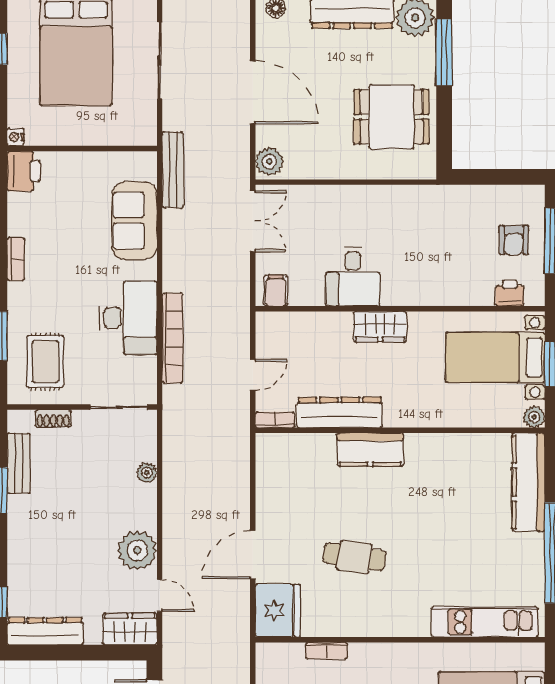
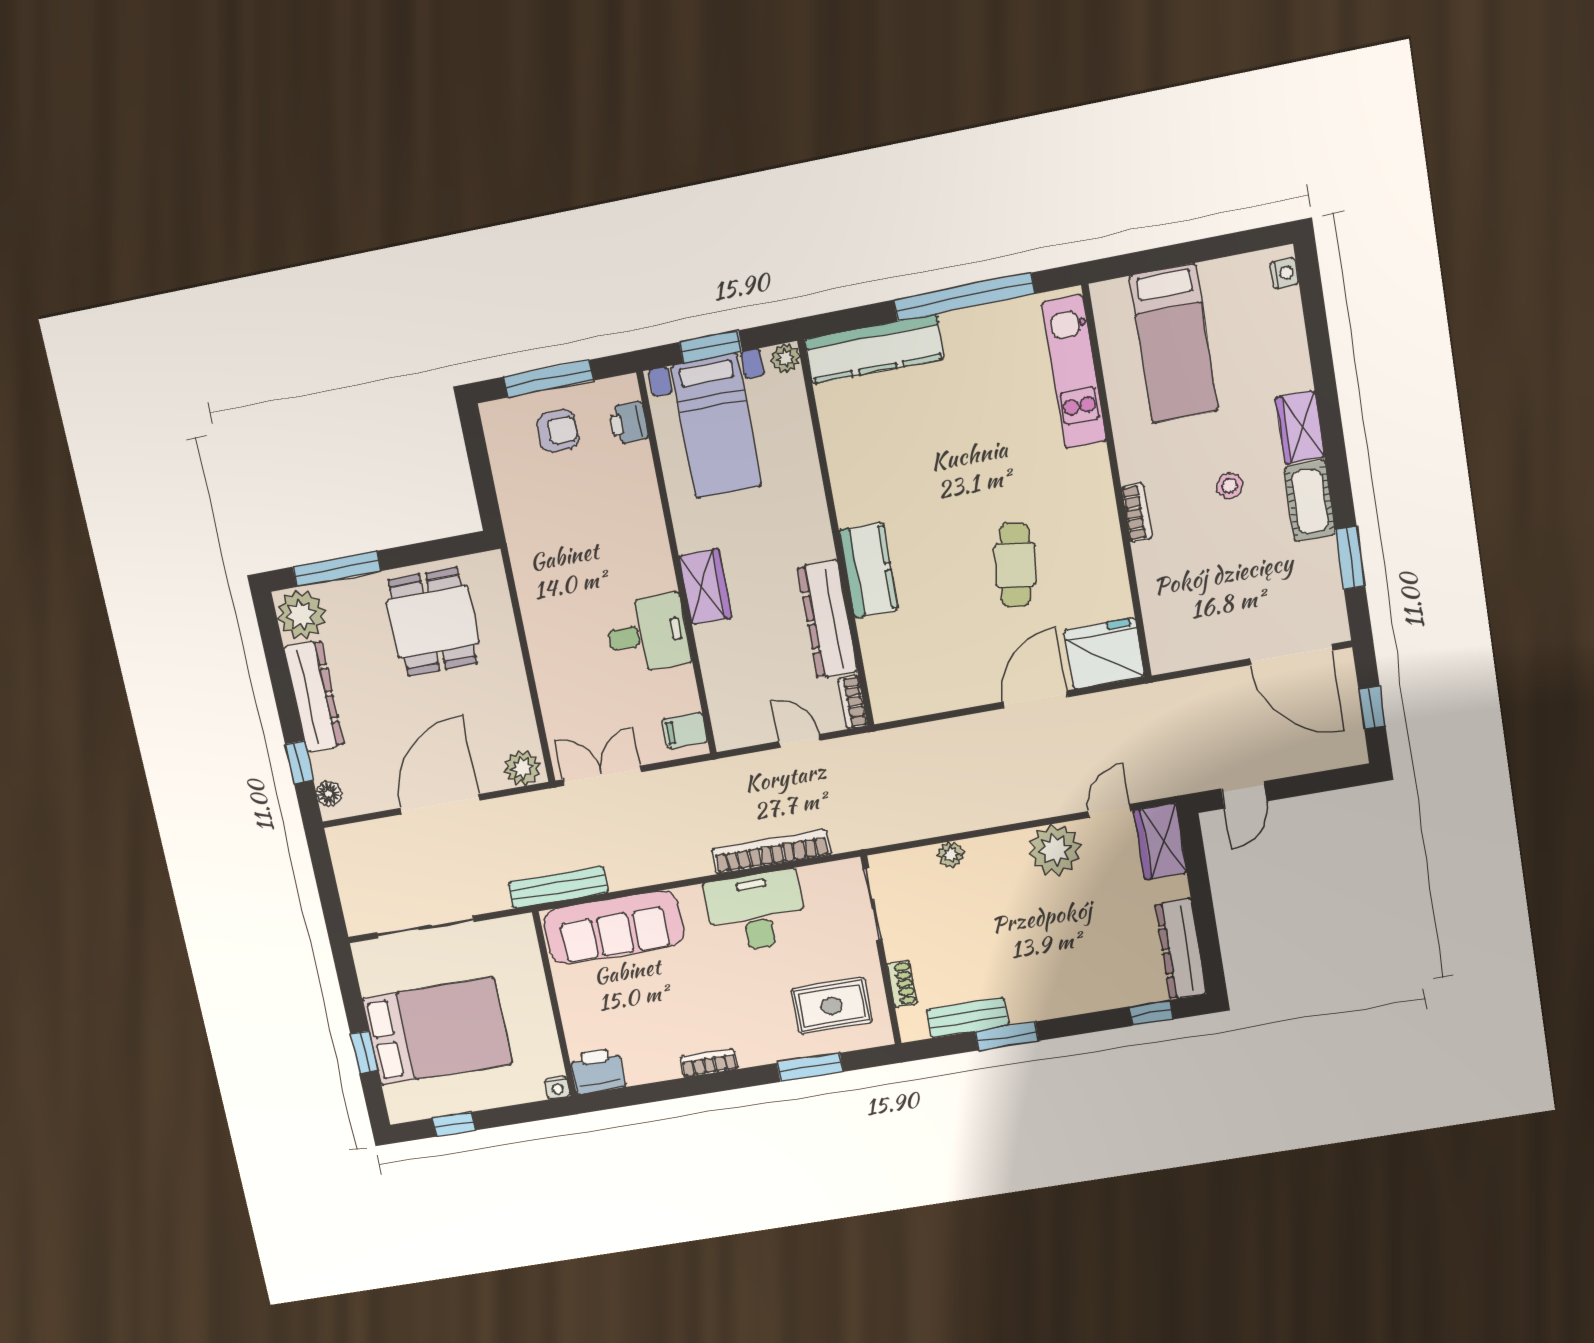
sofa: (134, 221) -> (614, 927), width x1.36
door: (253, 555) -> (1035, 700), swing flipped
bookcase: (326, 651) -> (1137, 513), moved

